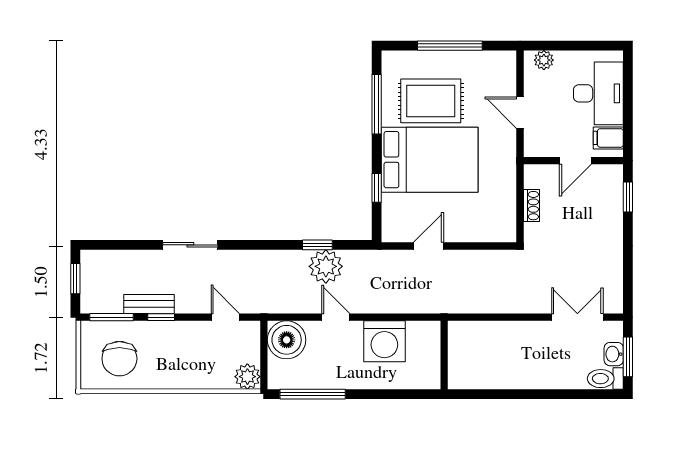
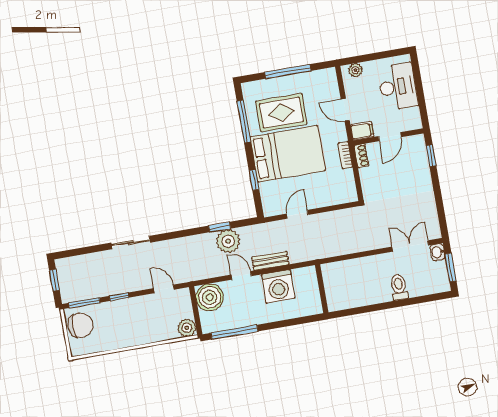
filing cabinet: (608, 138) -> (362, 131), moved, turned 180
bookcase: (509, 175) -> (345, 155), added
shoe rack: (531, 206) -> (361, 156), moved
bench: (149, 304) -> (270, 261), moved
washbasin: (614, 354) -> (438, 252), moved
chair: (119, 359) -> (80, 325), moved, turned -90
toilet: (605, 379) -> (399, 287), moved, turned 90

